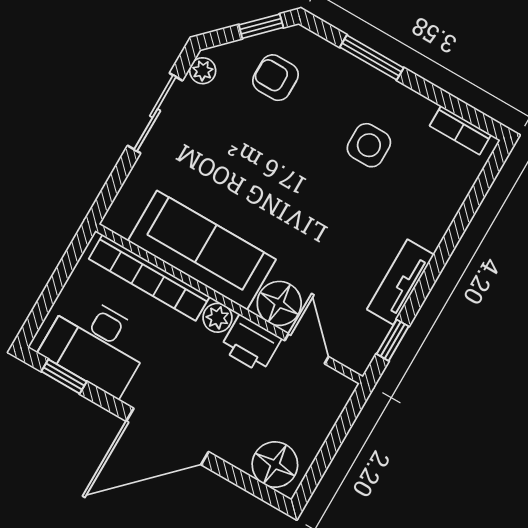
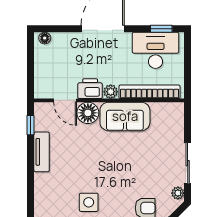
sofa: (202, 250) -> (125, 116), width x0.73
floor lamp: (275, 465) -> (45, 38), width x0.53, depth x0.53

